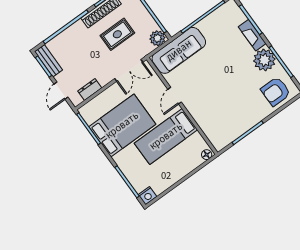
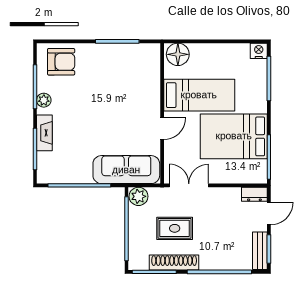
plant: (264, 60) -> (44, 100), width x0.53, depth x0.53
dresser: (90, 90) -> (254, 194), moved
floor lamp: (207, 155) -> (178, 54), width x1.89, depth x1.89

